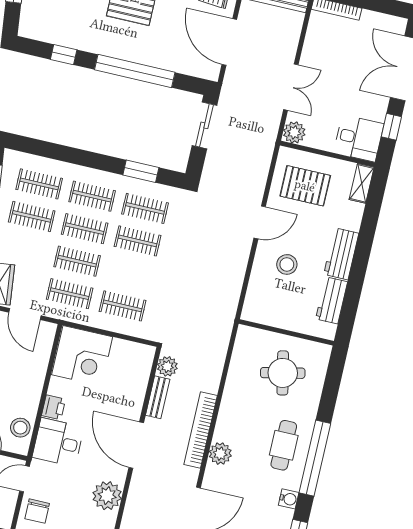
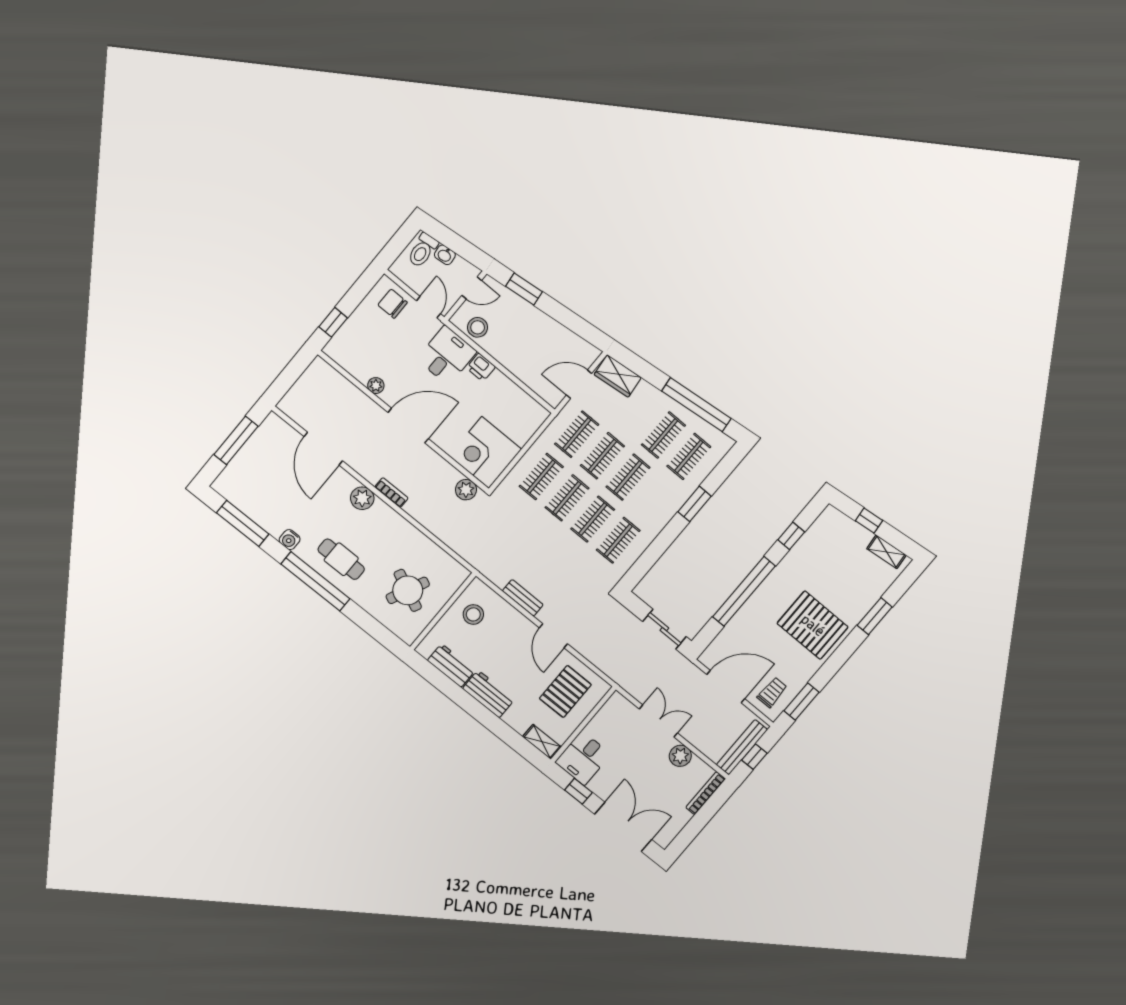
double door: (291, 87) -> (658, 721), swing flipped
plant: (294, 132) -> (680, 756), moved
window: (141, 171) -> (695, 504), moved
clothes rail: (92, 196) -> (567, 498), moved
stool: (287, 264) -> (473, 614), moved
corner desk: (82, 356) -> (485, 453), moved
round table: (283, 373) -> (408, 590), turned 37
bench: (158, 397) -> (523, 598), moved
bookcase: (201, 430) -> (391, 493), width x0.43, depth x0.76
plant: (107, 496) -> (376, 386), width x0.53, depth x0.53

